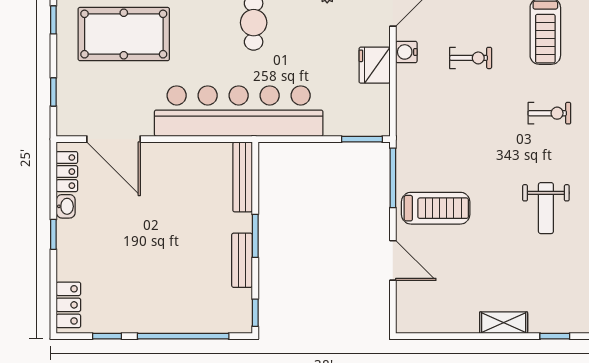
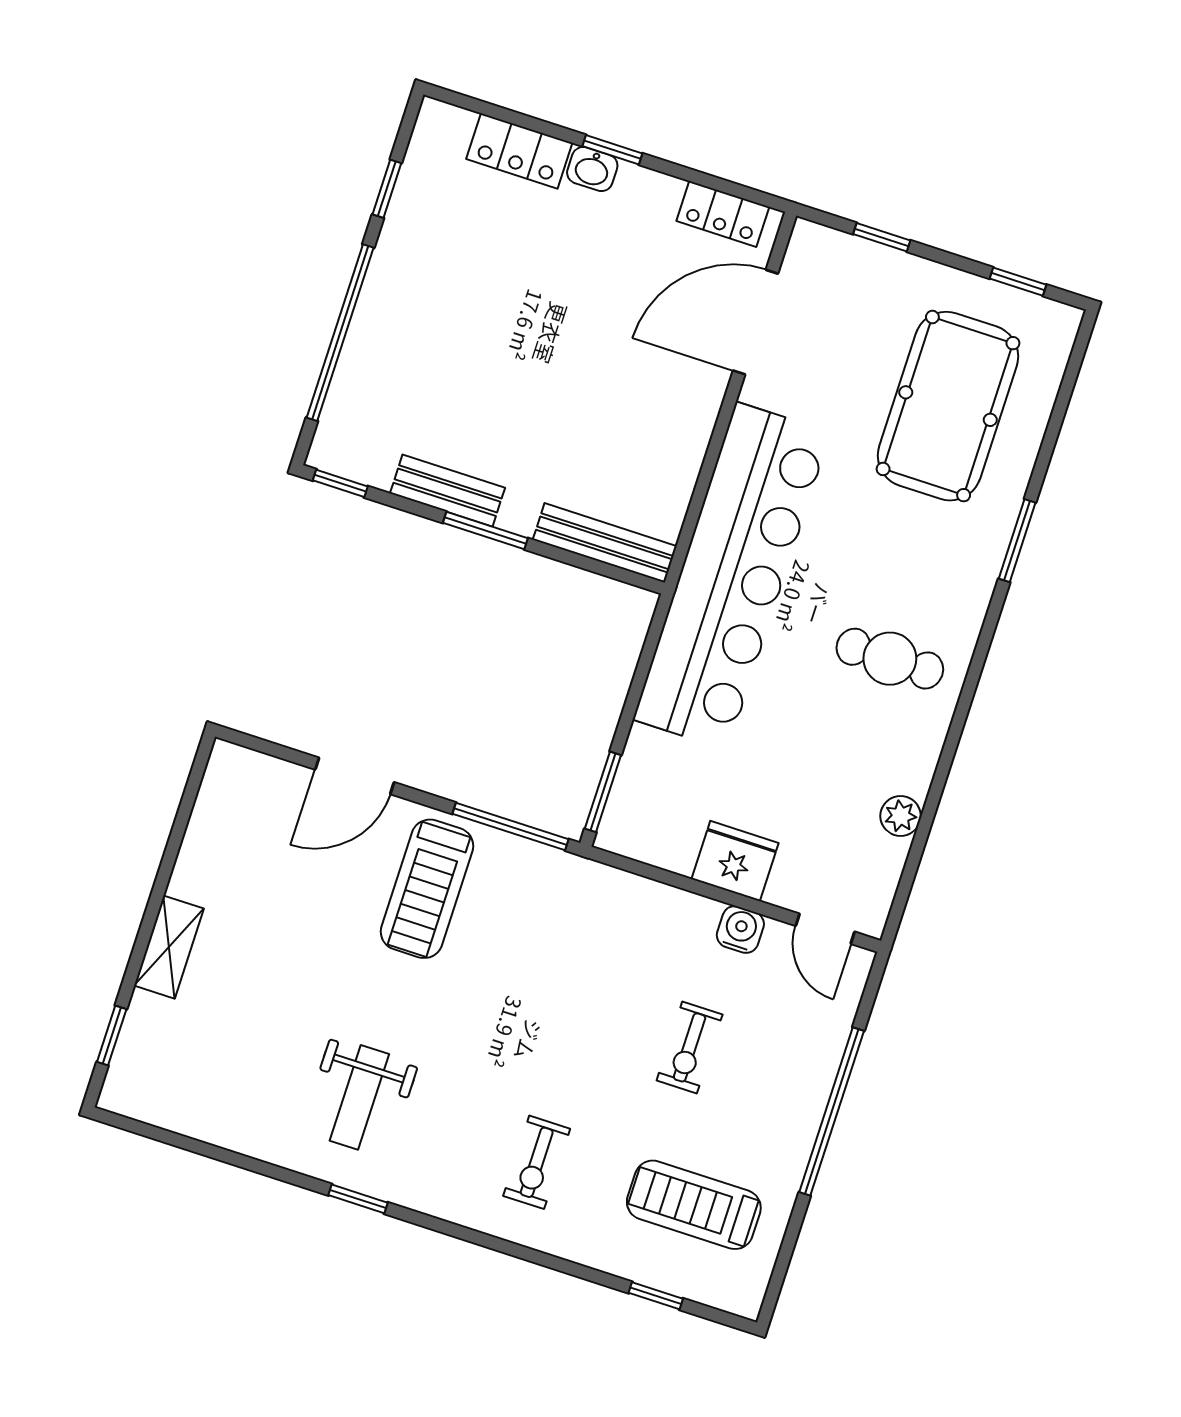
washbasin: (66, 206) -> (592, 169), moved
weight bench: (546, 208) -> (359, 1097), turned -90
locker: (68, 305) -> (519, 151), moved

